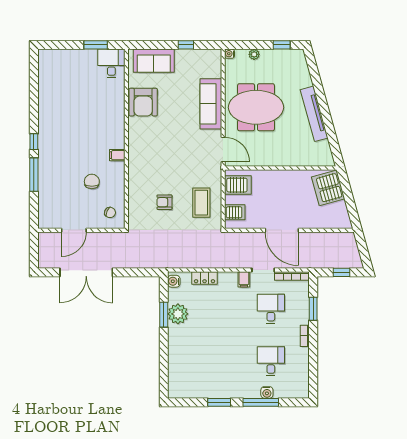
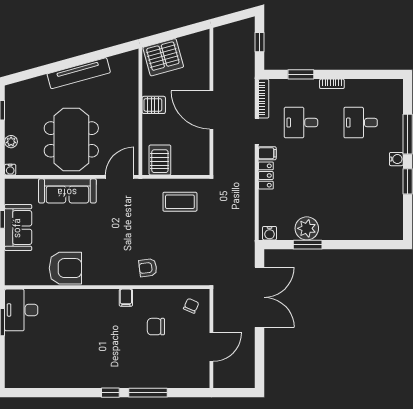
sofa: (154, 61) -> (18, 228), moved
desk: (111, 63) -> (21, 310), width x1.37
armchair: (164, 202) -> (148, 268), moved, turned 83
server rack: (235, 212) -> (154, 105), moved, turned 90
door: (74, 230) -> (211, 347), hinge flipped
door: (282, 230) -> (211, 110), swing flipped
double door: (86, 272) -> (259, 297), moved
locker: (205, 278) -> (266, 176), moved
water cooler: (267, 392) -> (396, 159), moved

